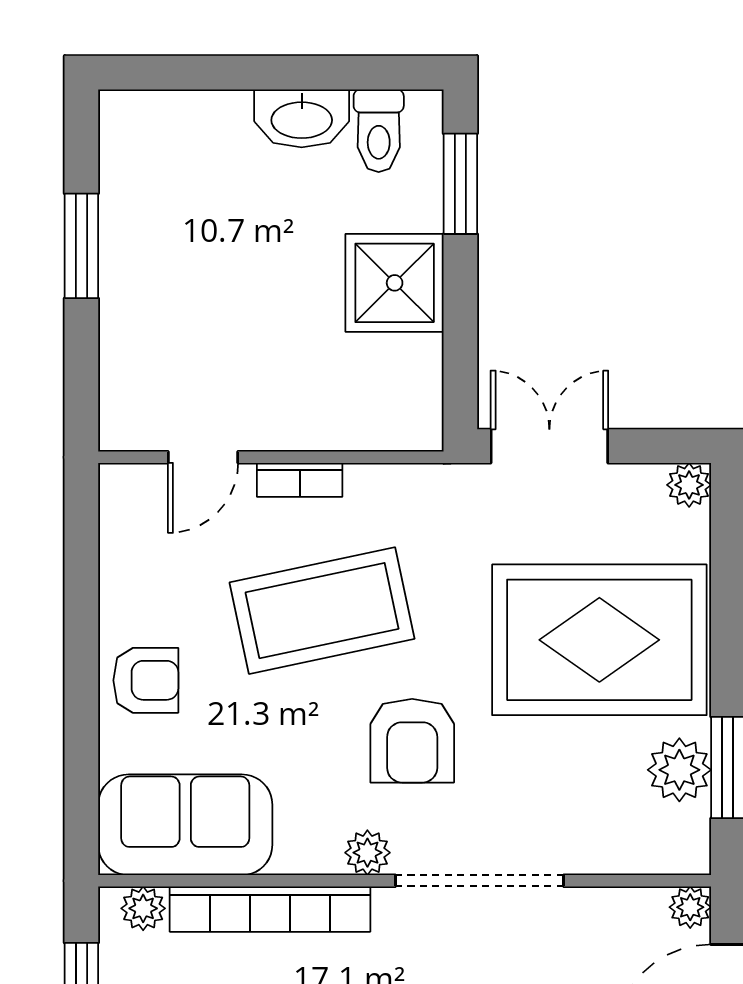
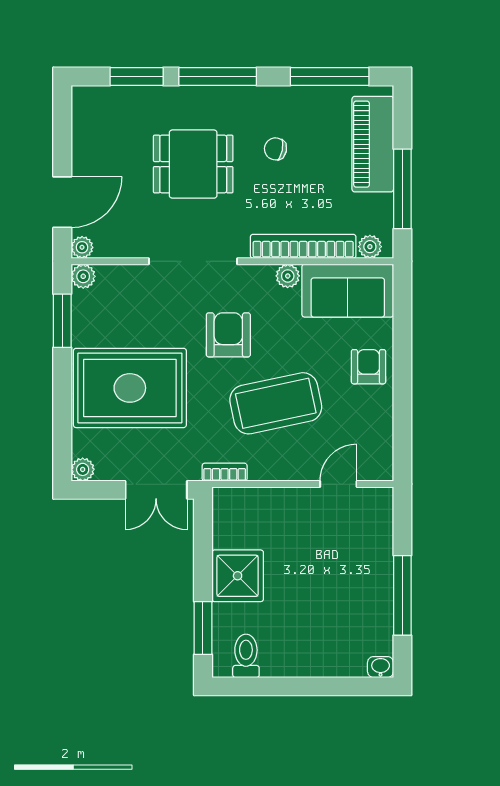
washbasin: (302, 118) -> (381, 667), moved, width x0.52, depth x0.69
window: (81, 246) -> (402, 595), width x1.44
bookcase: (300, 480) -> (225, 472), moved
armchair: (146, 680) -> (368, 367), turned 90
plant: (679, 770) -> (83, 276), moved, width x0.73, depth x0.73
plant: (367, 853) -> (288, 276), moved

